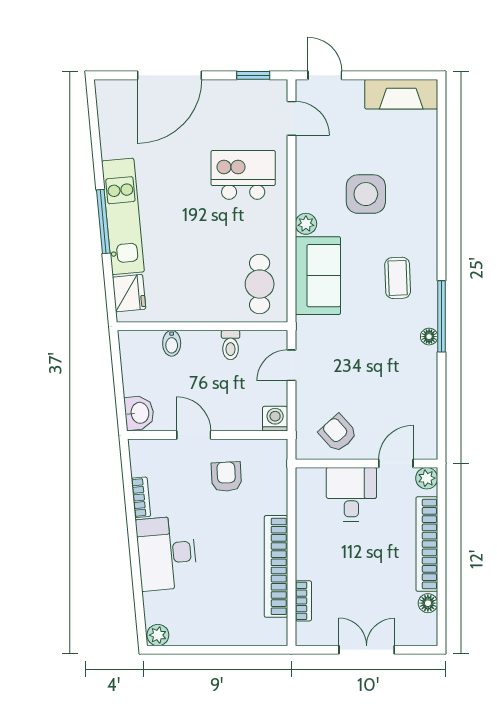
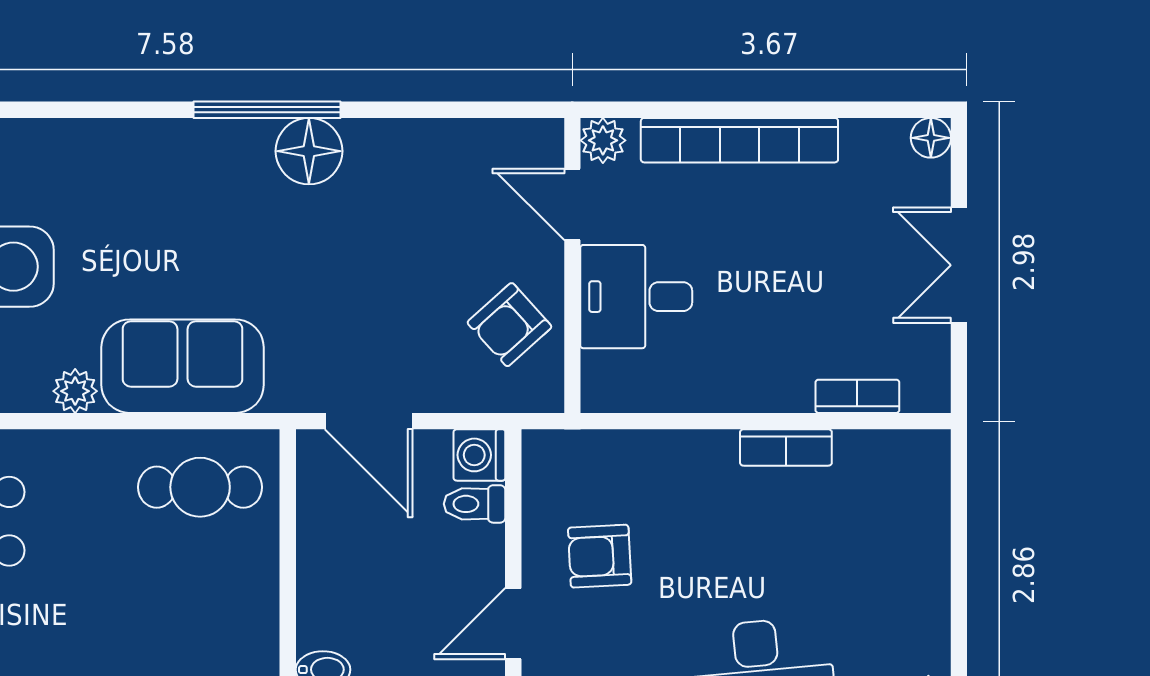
coffee table: (398, 278) -> (187, 201), removed
floor lamp: (429, 337) -> (309, 151), width x1.89, depth x1.89
toilet: (231, 345) -> (475, 504), moved, turned 180
door: (291, 365) -> (369, 421), width x1.37
bookcase: (276, 566) -> (786, 447), width x0.43, depth x0.76
floor lamp: (428, 603) -> (931, 138), moved

